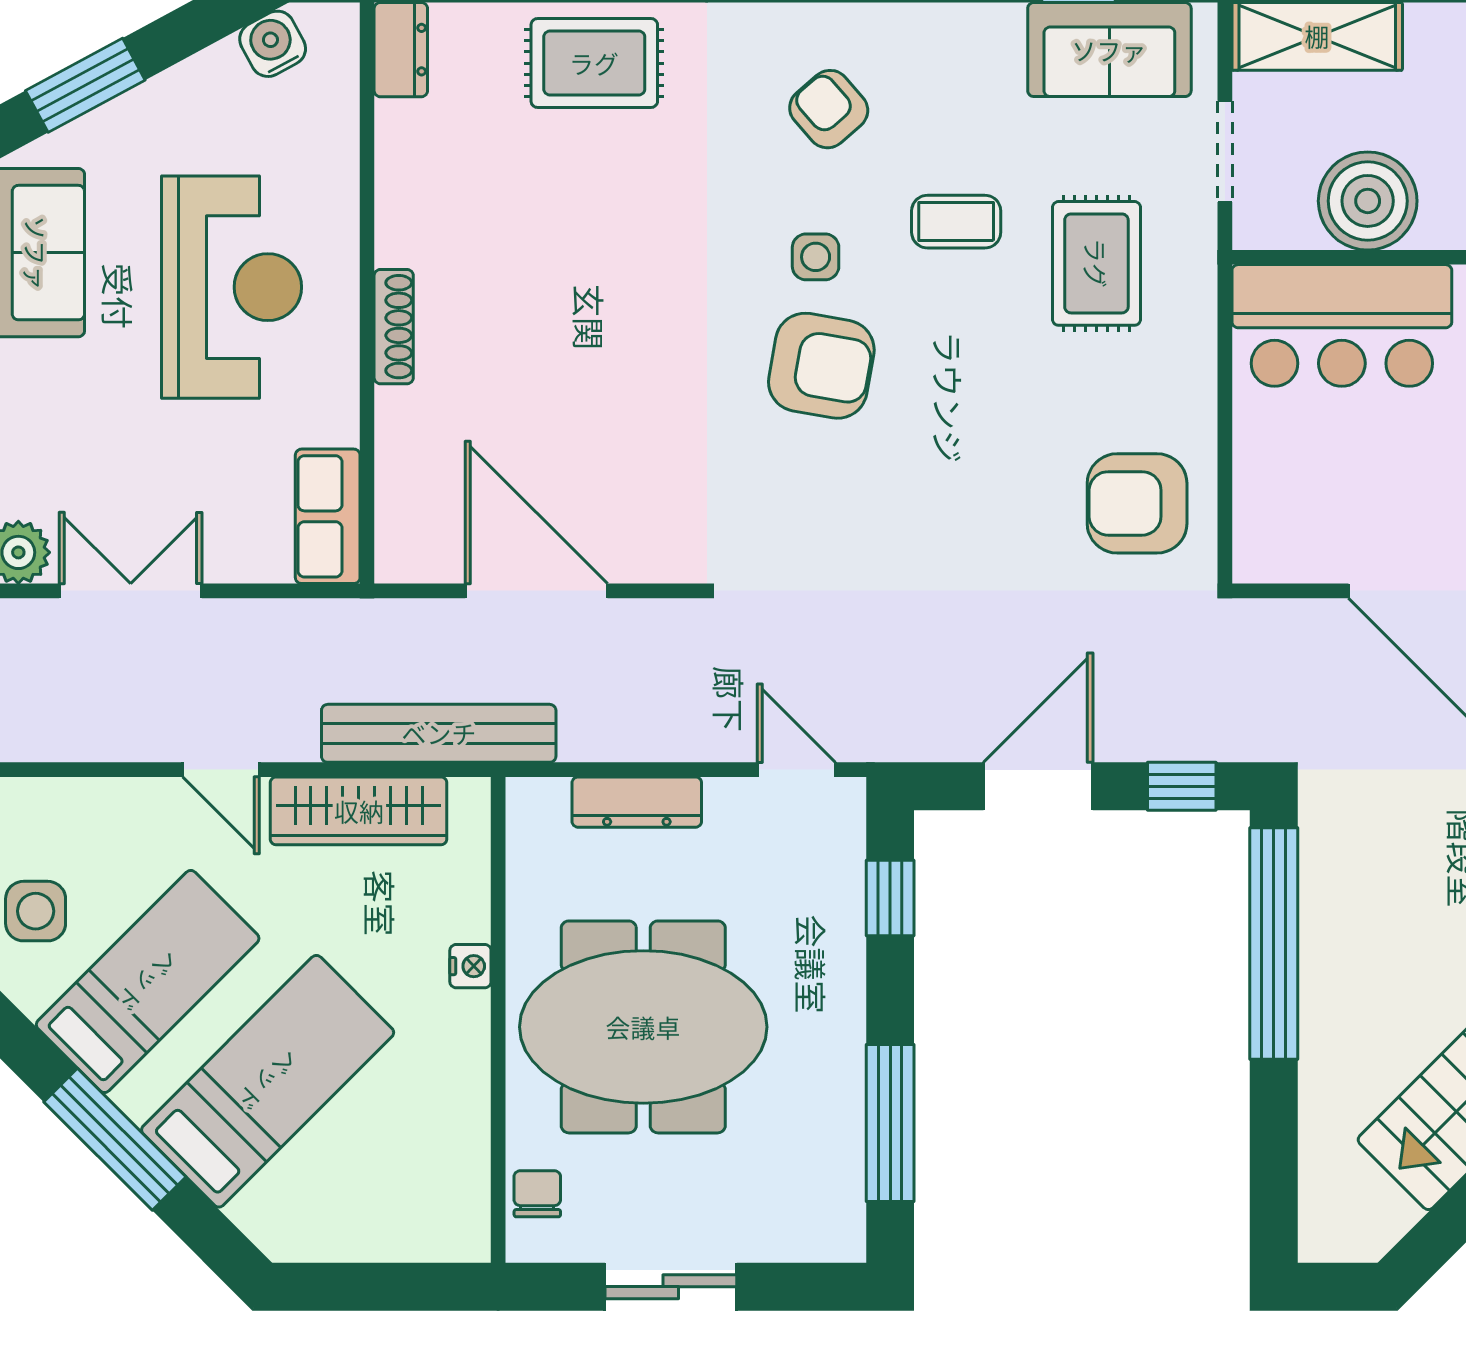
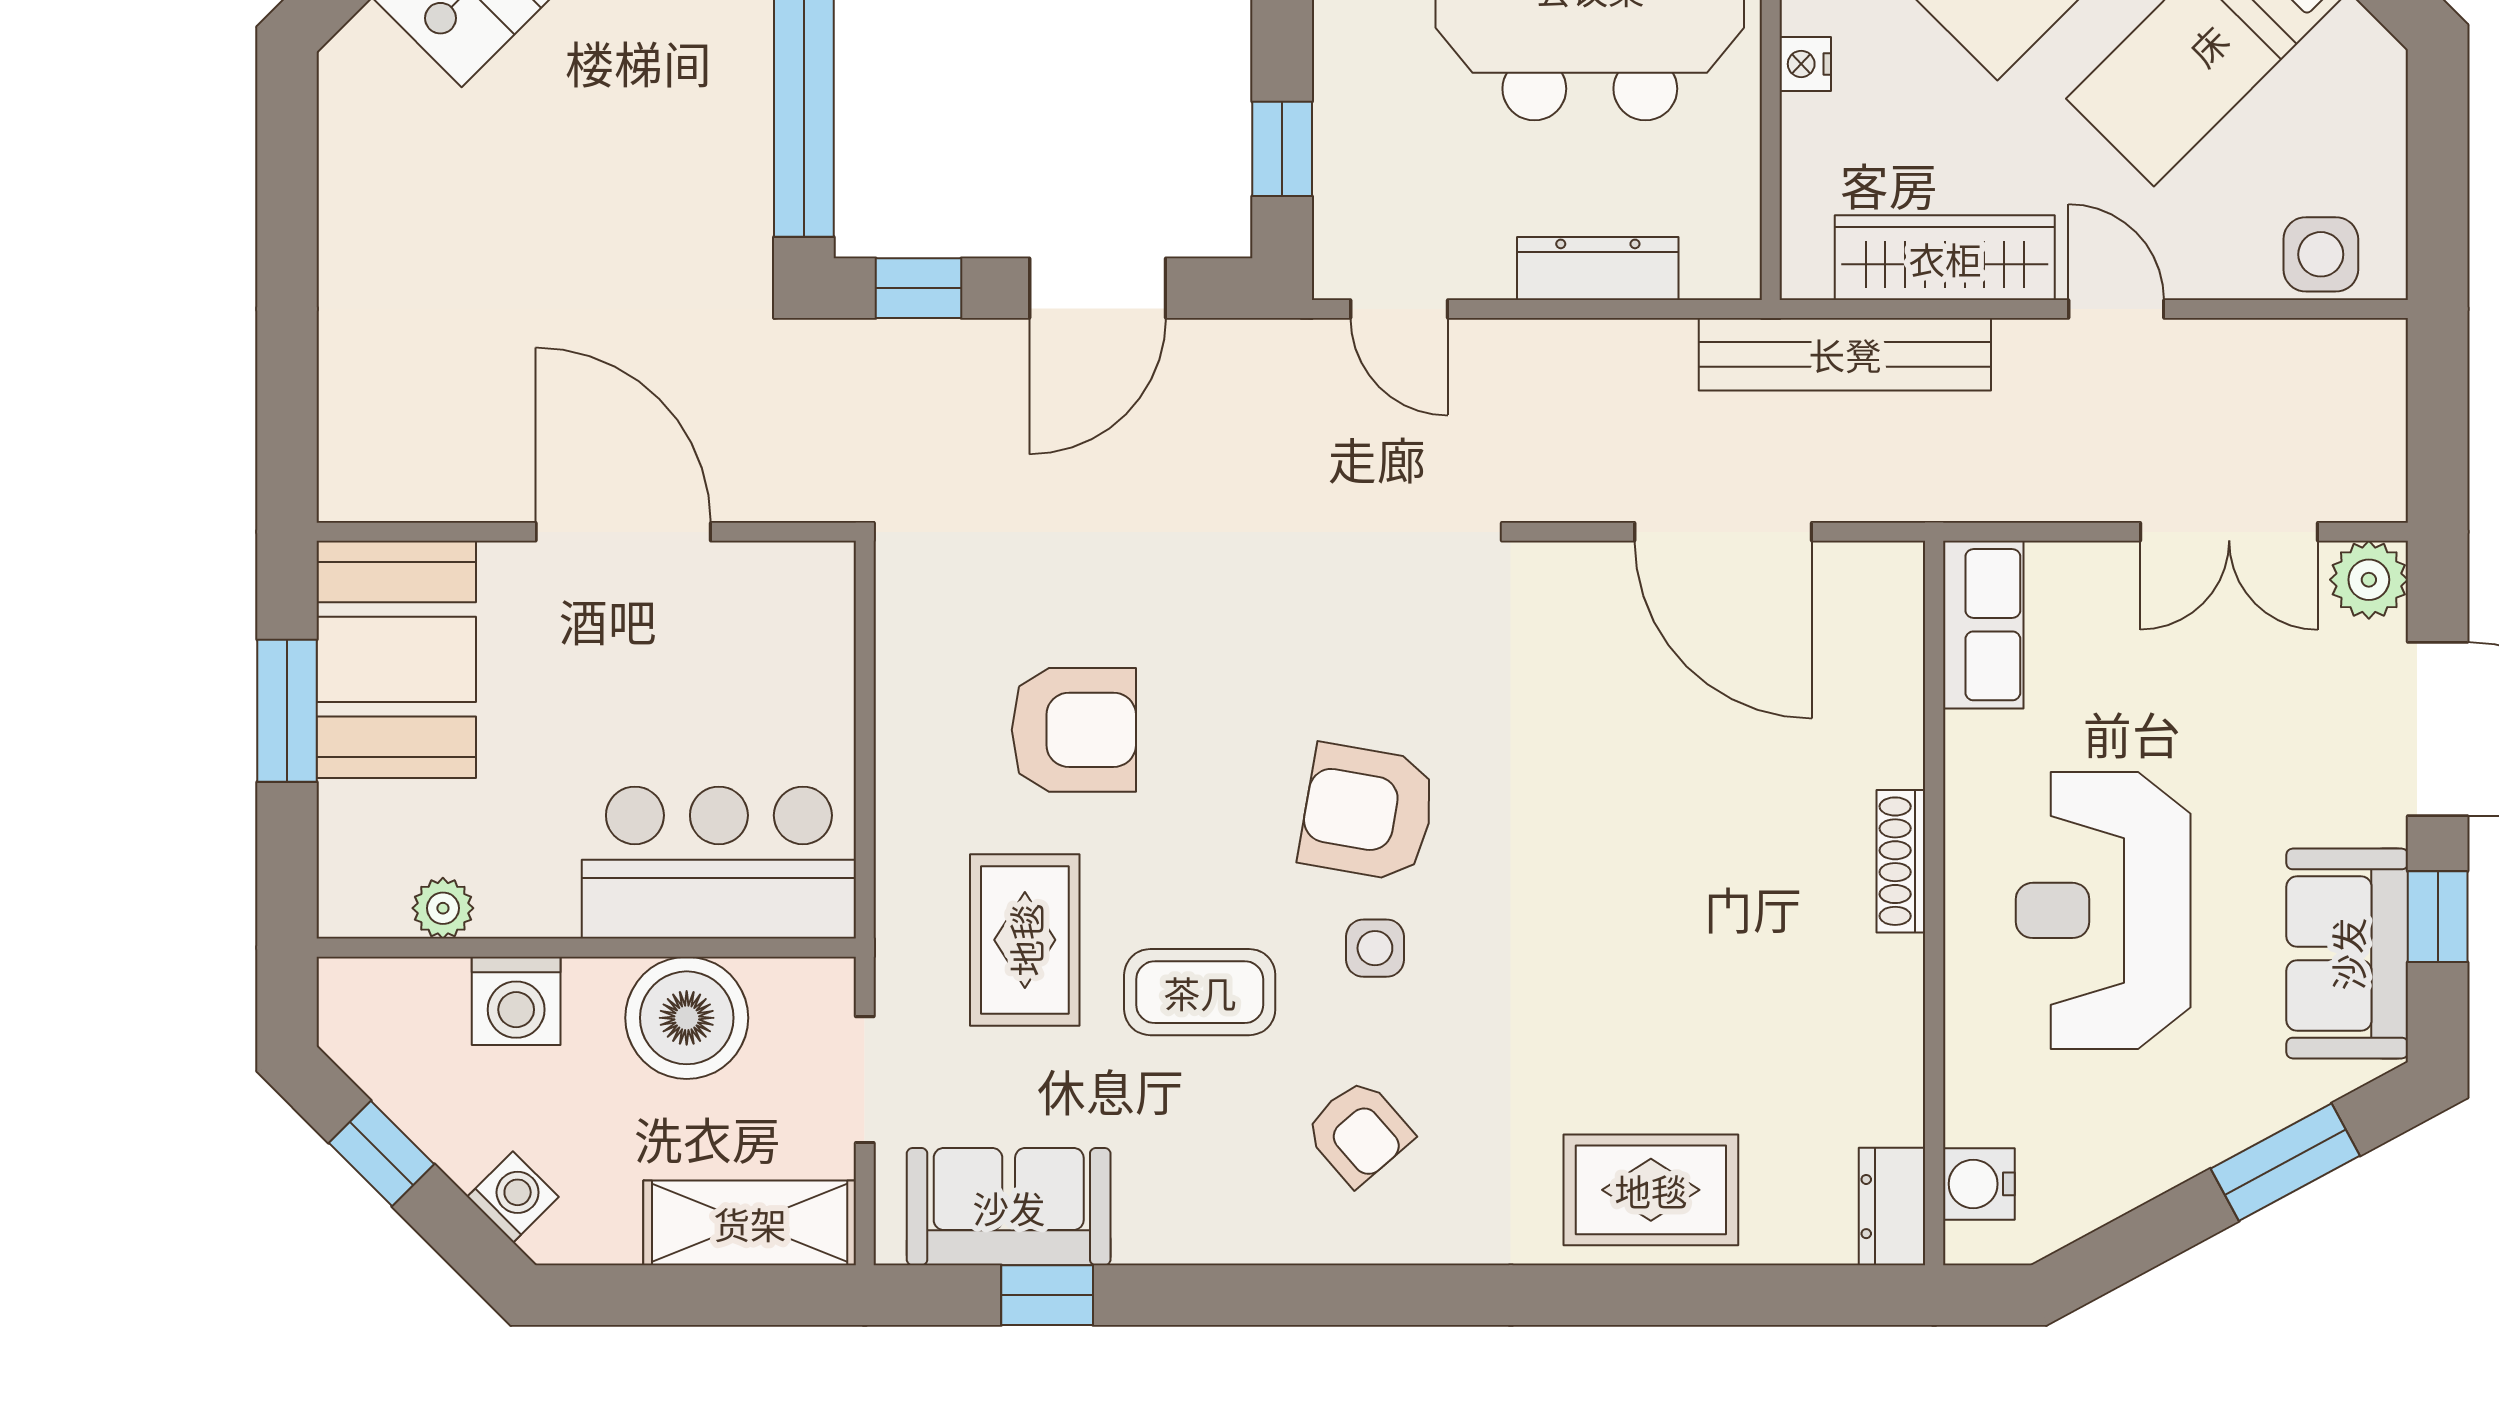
water cooler: (273, 44) -> (1979, 1184), moved, turned 118
coffee table: (956, 222) -> (1200, 992), width x1.36, depth x1.30
armchair: (1137, 503) -> (1074, 730), moved
side table: (36, 911) -> (2321, 254), moved

